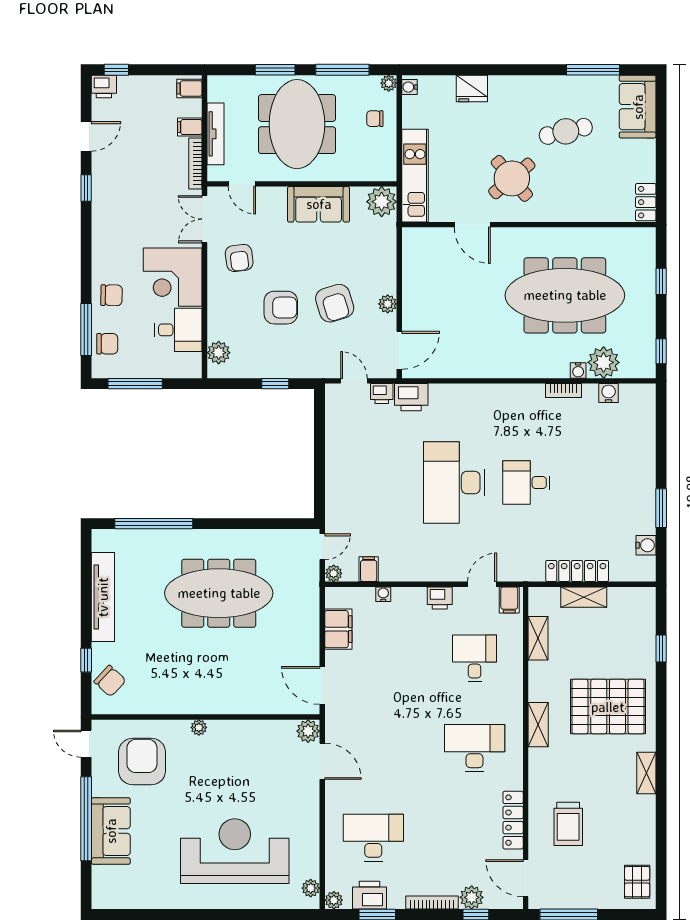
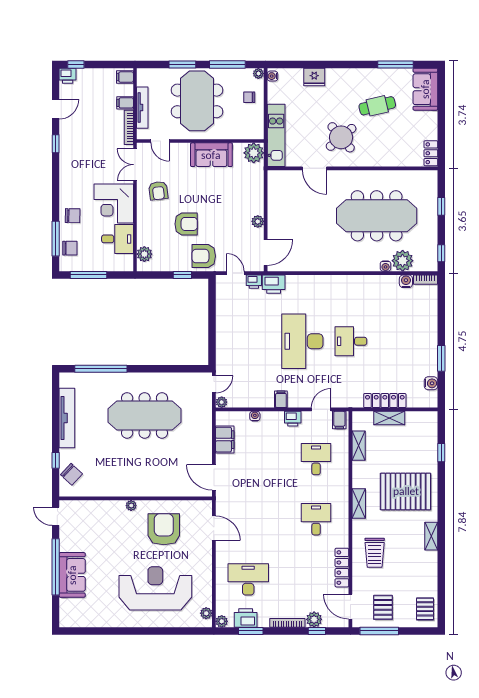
armchair: (335, 303) -> (204, 256), moved, turned 107
bookcase: (564, 391) -> (425, 280), moved
filing cabinet: (369, 569) -> (281, 399), moved
plant: (308, 731) -> (204, 508), removed
desk: (475, 748) -> (316, 519), width x0.73
armchair: (142, 762) -> (164, 529), moved
trolley: (568, 824) -> (375, 553), moved
pallet: (574, 879) -> (383, 607), added

